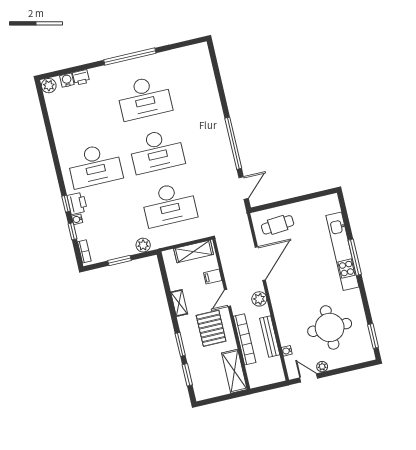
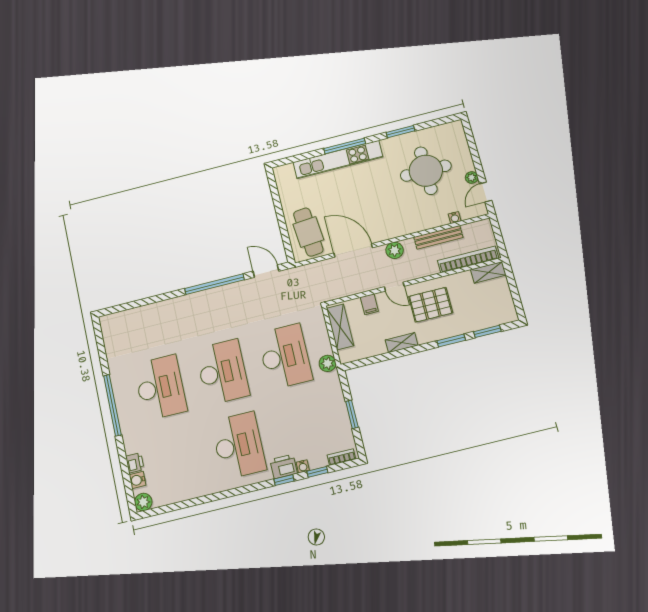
cafe table: (278, 225) -> (308, 232), width x1.37, depth x1.35
plant: (143, 245) -> (328, 363), moved
window: (373, 336) -> (400, 132), moved
bookcase: (245, 339) -> (468, 259), moved
shelving: (234, 371) -> (488, 272), width x0.67, depth x0.75

